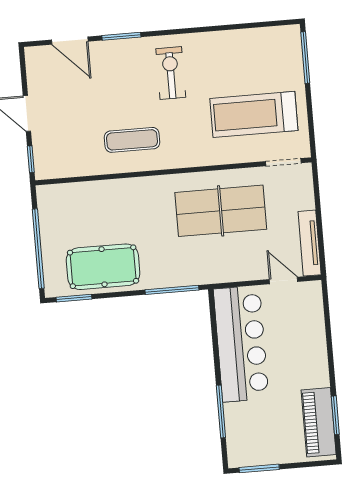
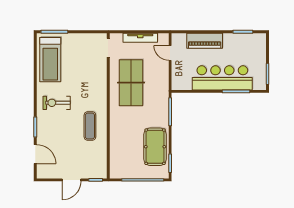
door: (70, 41) -> (35, 154), hinge flipped
treadmill: (254, 114) -> (50, 60), moved
tv unit: (310, 243) -> (140, 38), moved
door: (283, 280) -> (170, 53), hinge flipped
bar counter: (241, 344) -> (222, 78), moved
piano: (319, 422) -> (205, 41), moved

